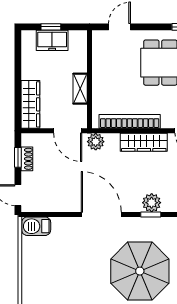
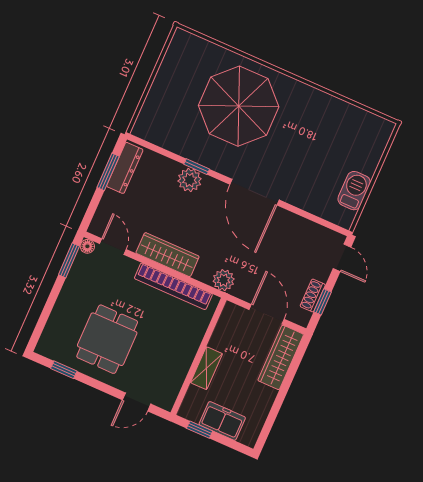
window: (51, 27) -> (200, 430), moved
shelving: (80, 89) -> (206, 368), moved
door: (68, 131) -> (267, 314), moved
barbecue: (36, 226) -> (354, 191), moved, turned -90

